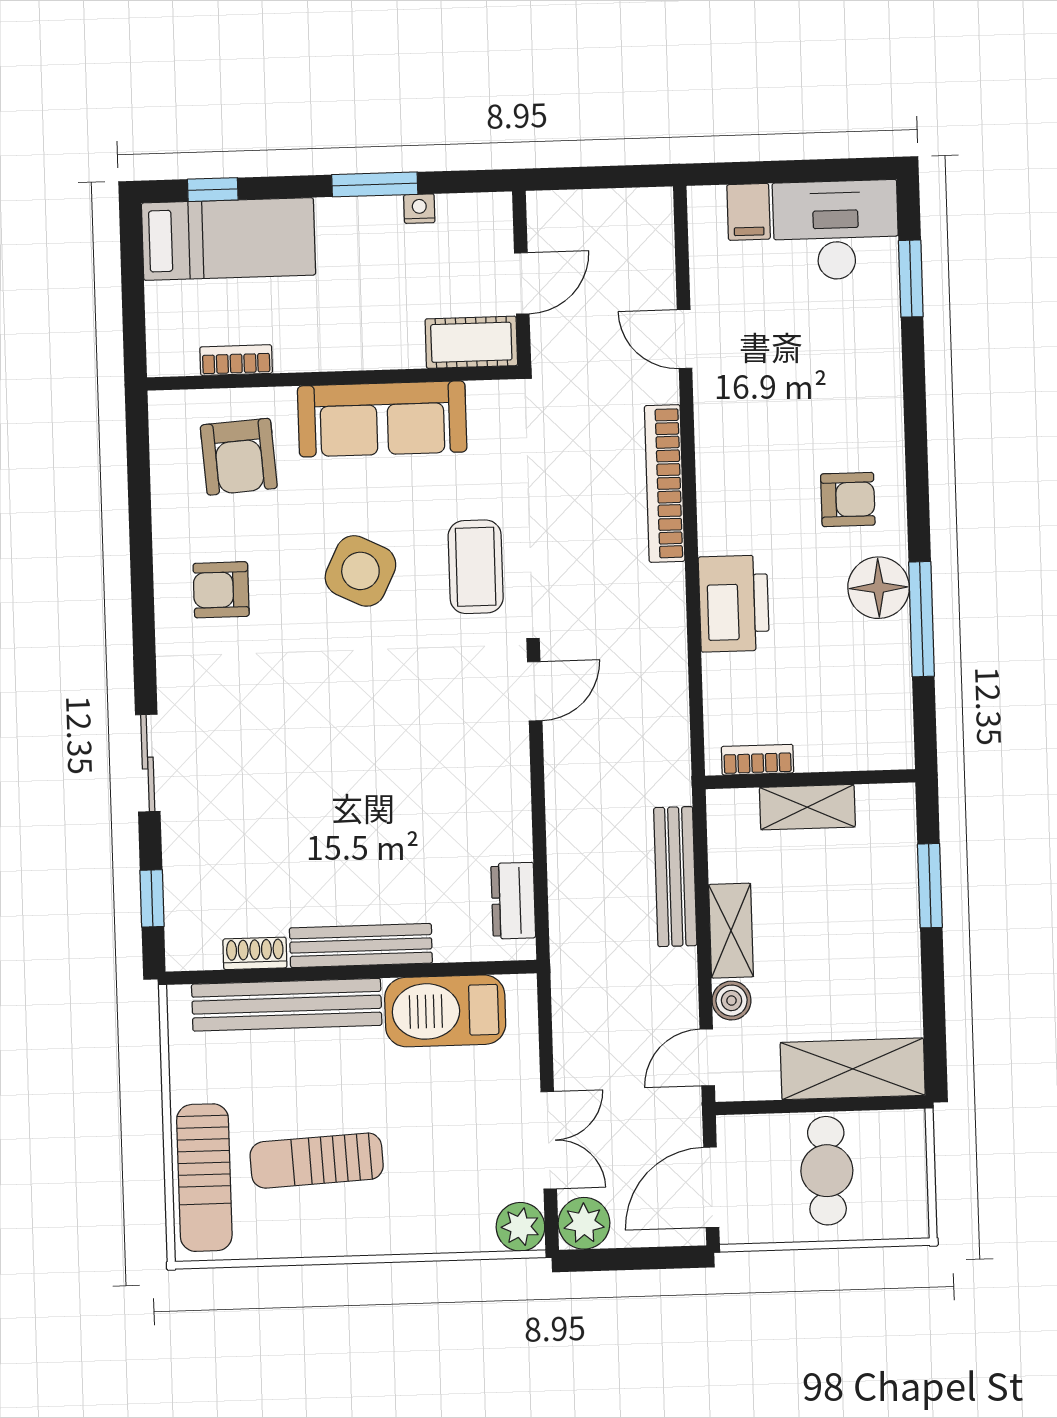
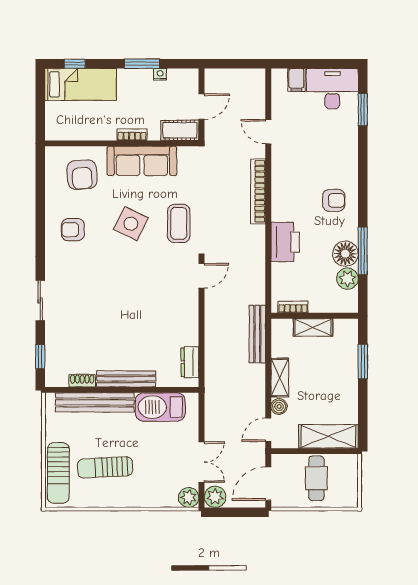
bookcase: (236, 360) -> (132, 135), moved
floor lamp: (879, 588) -> (345, 254), moved
plant: (887, 687) -> (347, 279), added
bench: (675, 877) -> (257, 334), moved

